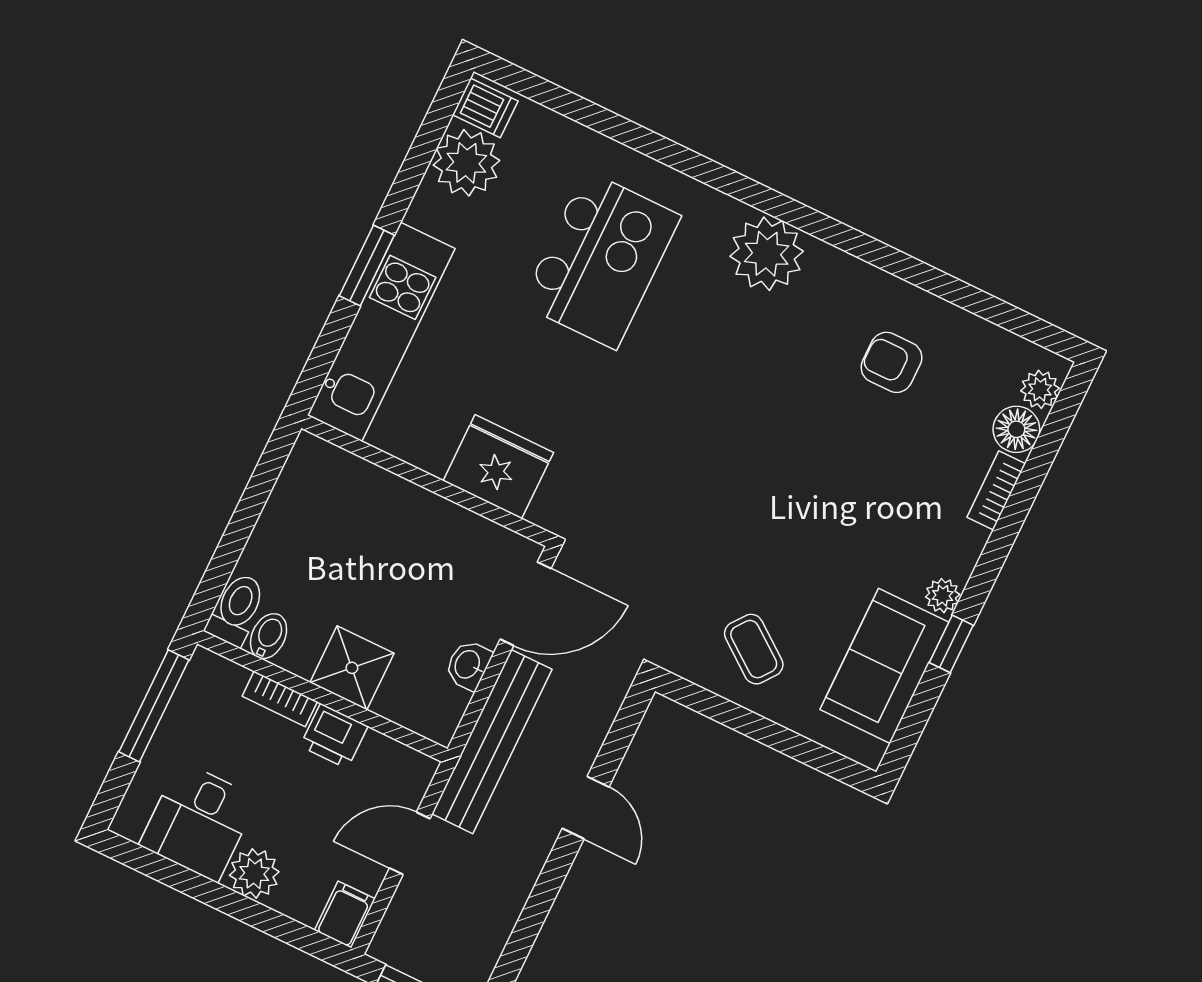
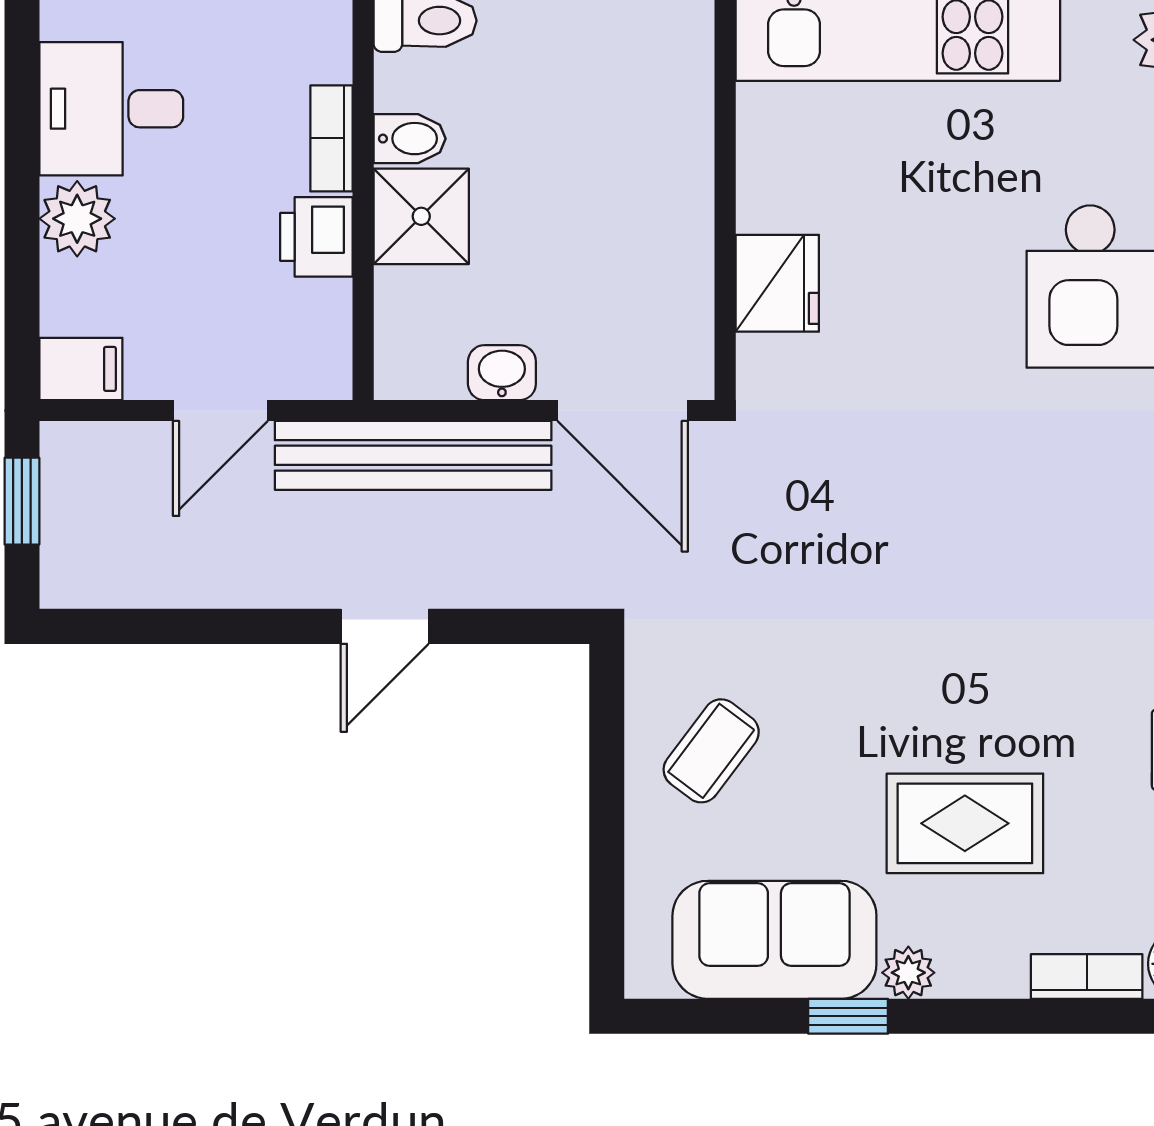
fridge: (498, 467) -> (777, 283), width x0.73, depth x0.75
rug: (870, 519) -> (965, 823), added
bidet: (269, 636) -> (410, 139), moved
door: (410, 843) -> (220, 411), swing flipped

